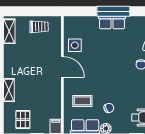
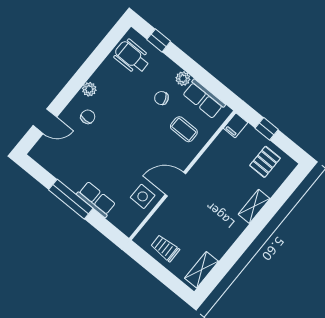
row of seats: (112, 23) -> (96, 199), moved
door: (62, 67) -> (175, 184), hinge flipped

